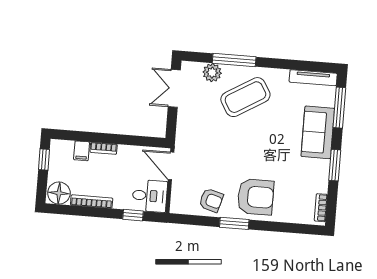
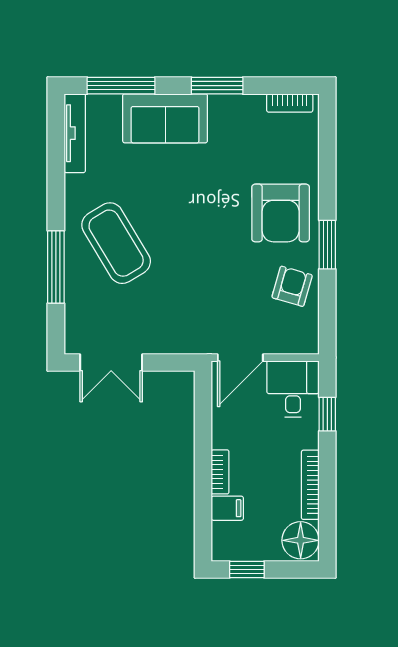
plant: (212, 73) -> (80, 302), removed
armchair: (256, 197) -> (281, 213), turned 180

